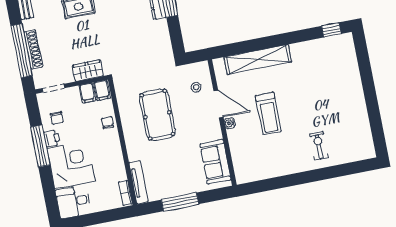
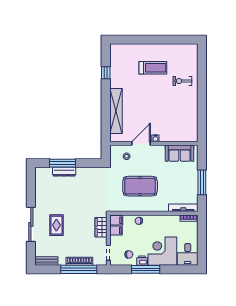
window: (331, 30) -> (106, 73), moved
treadmill: (268, 113) -> (153, 68), moved

